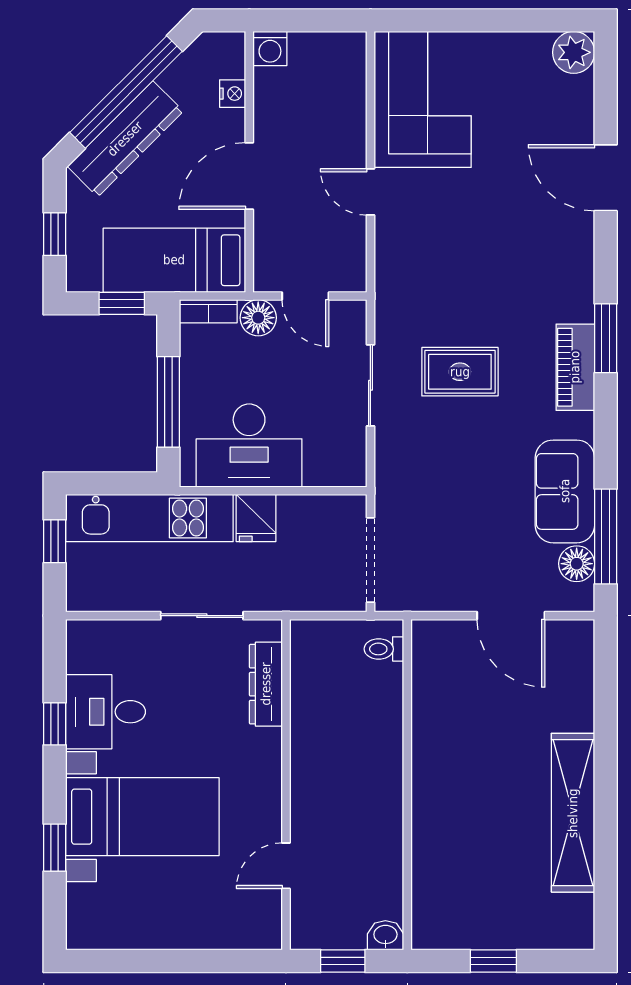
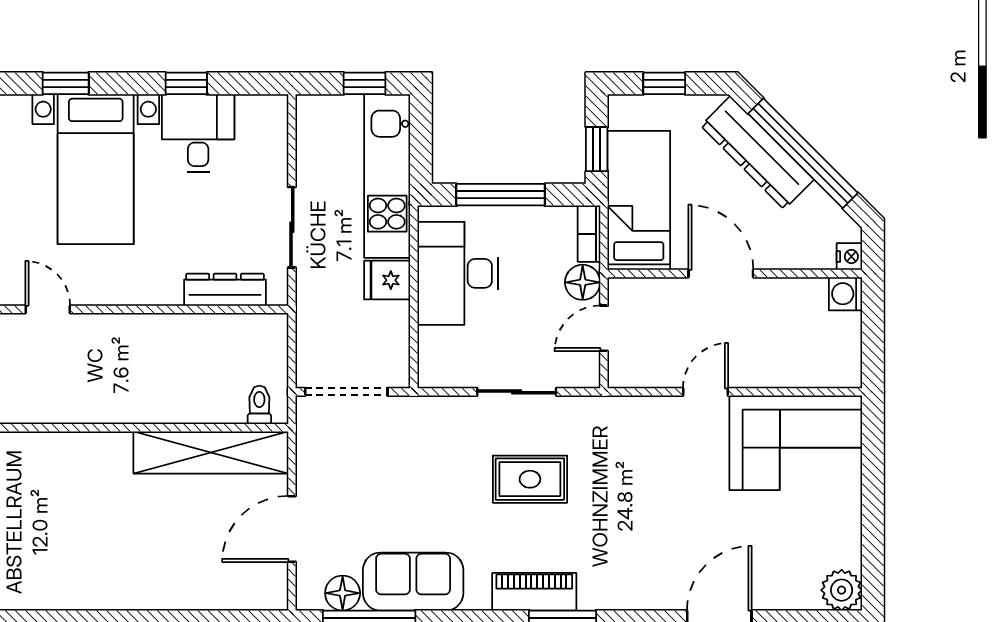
nightstand: (233, 94) -> (849, 257), moved, turned -90
rug: (460, 372) -> (530, 479), turned 90
shelving: (573, 813) -> (211, 452), moved

